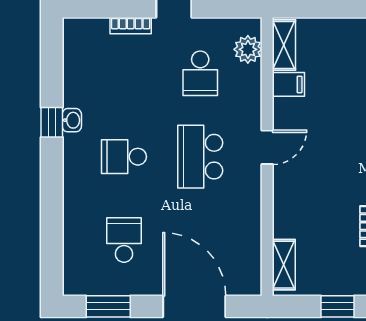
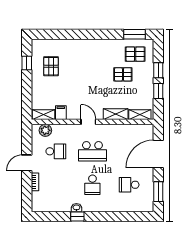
shelving: (285, 210) -> (116, 114), added

